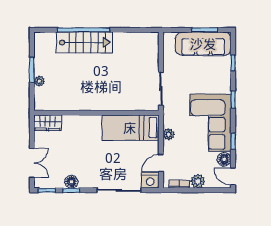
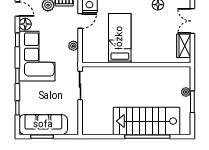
stairs: (84, 42) -> (147, 121), width x1.36, depth x1.51
wardrobe: (47, 123) -> (184, 46), moved, turned -90
bed: (130, 128) -> (120, 38), moved, turned -90

